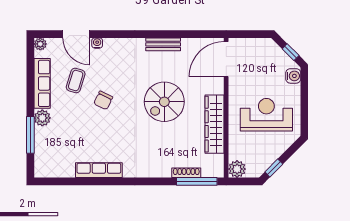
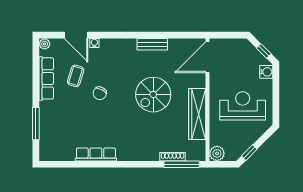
plant: (42, 118) -> (46, 109), removed

